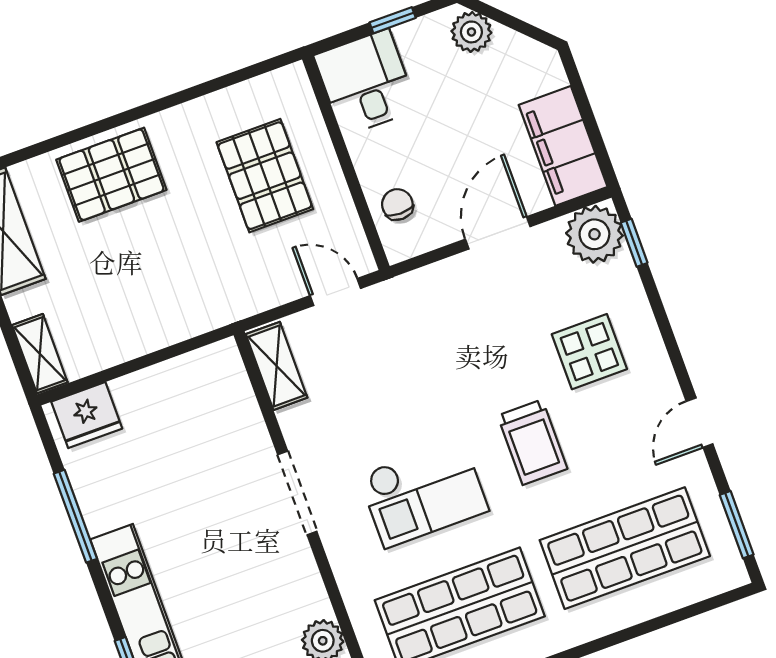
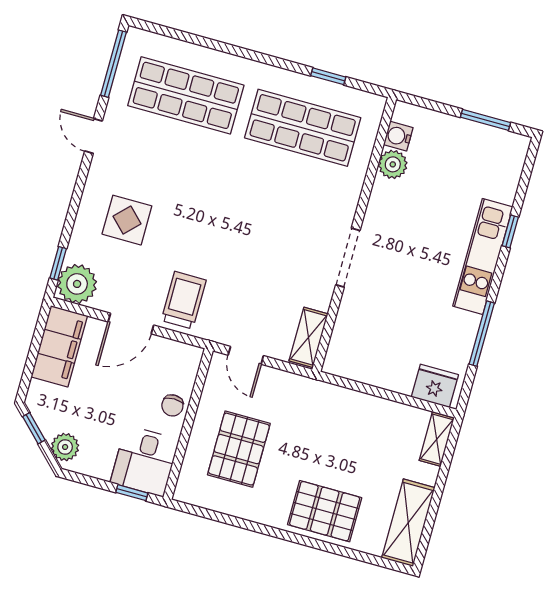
window: (393, 20) -> (132, 493), moved
window: (524, 28) -> (34, 428), added
chair: (397, 204) -> (172, 405), moved
door: (700, 423) -> (93, 136), swing flipped
trolley: (532, 442) -> (184, 300), moved
checkout: (424, 493) -> (277, 207), removed
window: (737, 525) -> (114, 64), width x1.44

